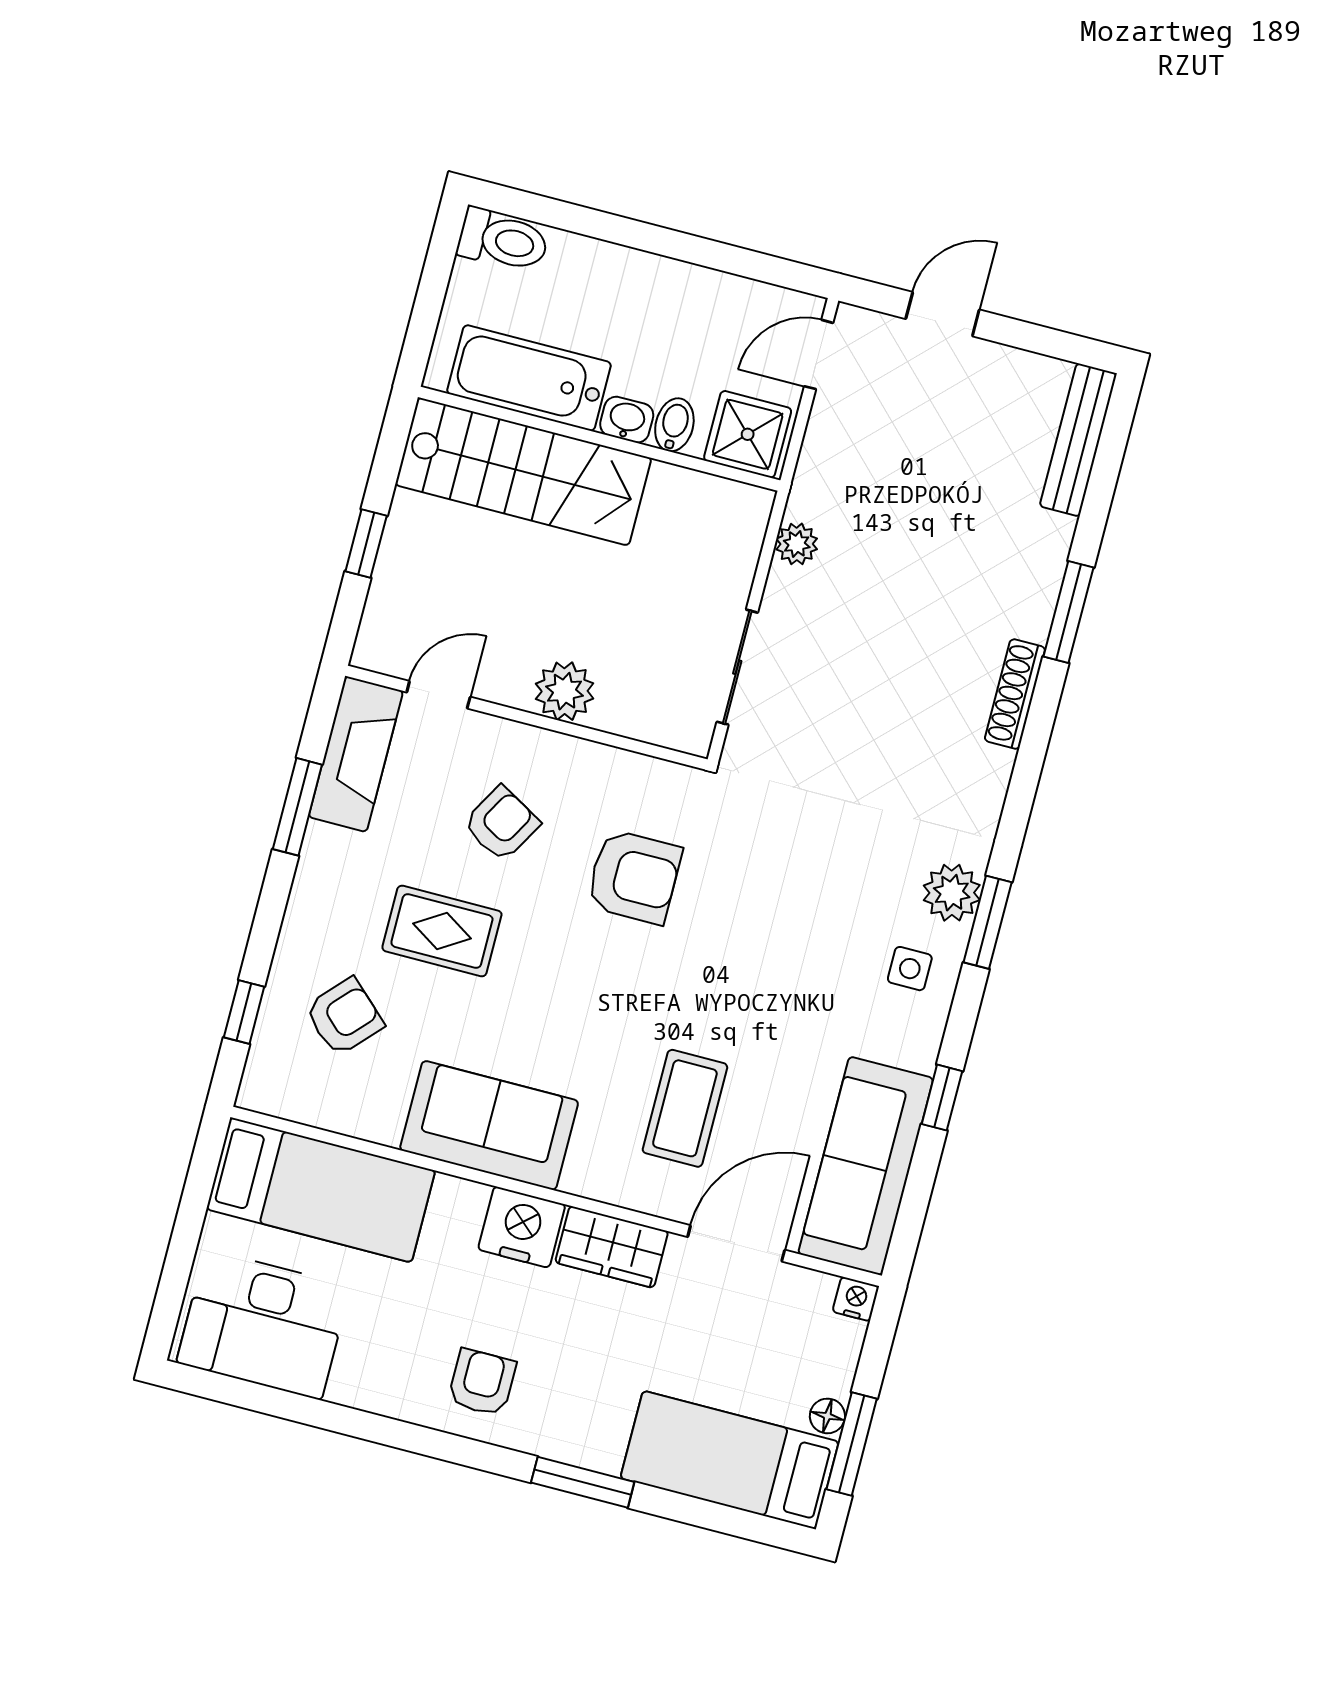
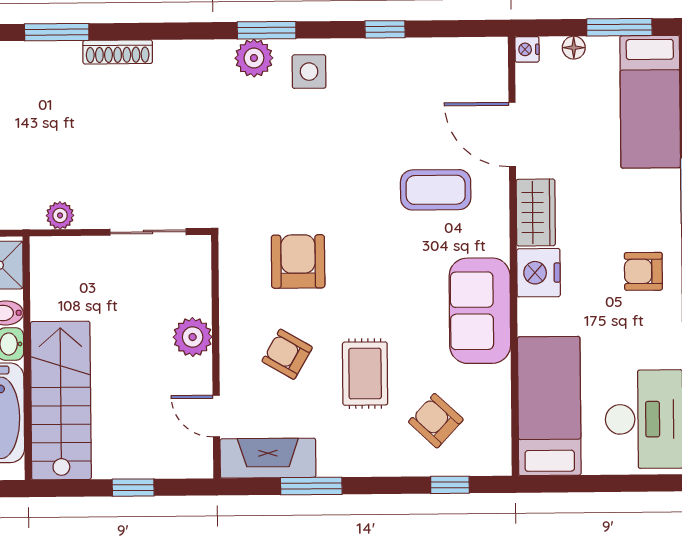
side table: (910, 969) -> (309, 72), width x1.37, depth x1.37
sofa: (866, 1166) -> (441, 66), removed
floor lamp: (827, 1416) -> (574, 48), moved

